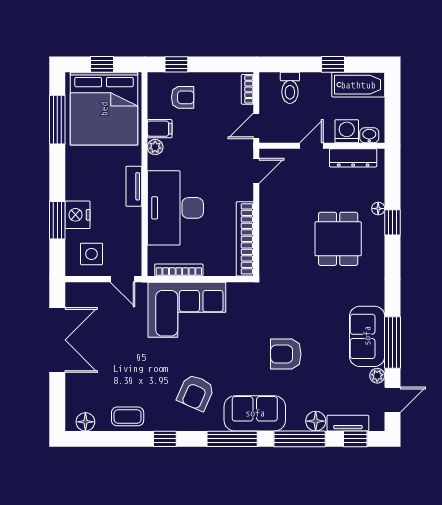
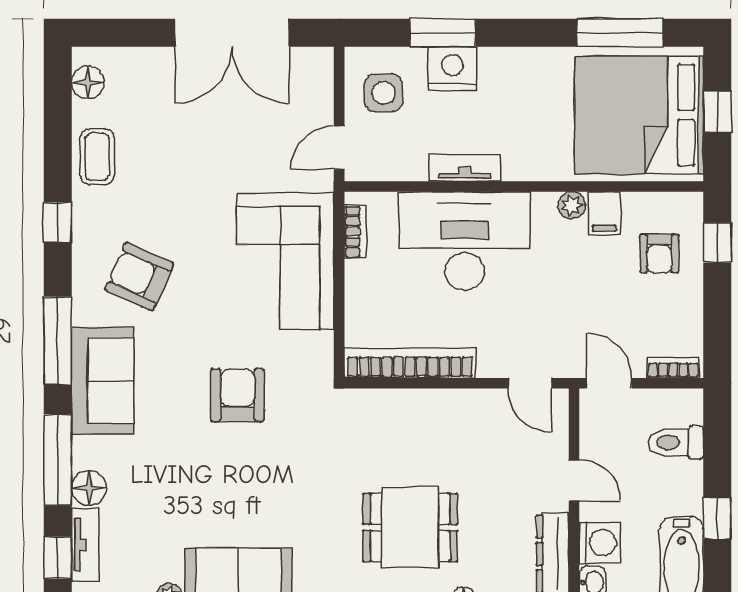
tv unit: (134, 186) -> (465, 168), moved
bookcase: (179, 270) -> (355, 232), width x0.64
armchair: (286, 354) -> (238, 395), moved

